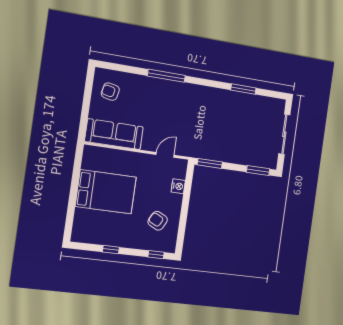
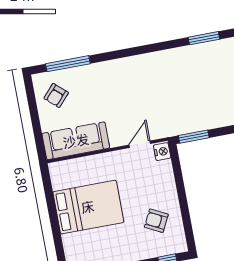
window: (166, 76) -> (68, 64), moved
armchair: (110, 92) -> (56, 95), turned -59
nightstand: (178, 186) -> (162, 152), moved

